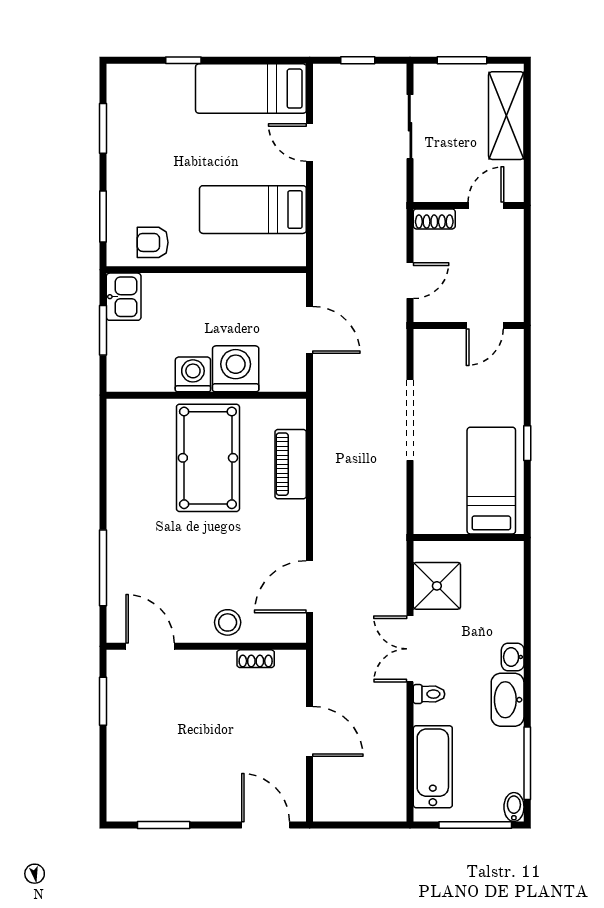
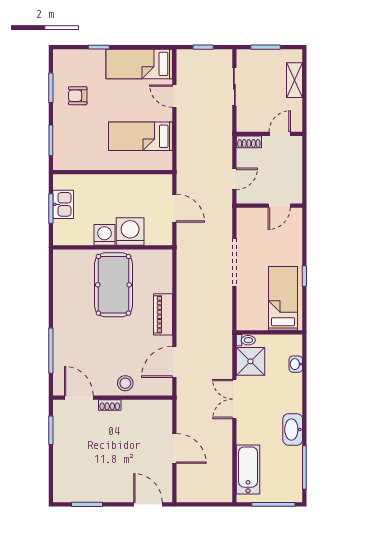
shelving: (506, 116) -> (295, 80), width x0.67, depth x0.75
armchair: (153, 242) -> (78, 96), moved
kitchen sink: (124, 297) -> (63, 204), moved
piano: (291, 464) -> (163, 314), moved
washbasin: (513, 657) -> (296, 364), moved
shoe rack: (256, 659) -> (110, 405), moved
toilet: (429, 694) -> (246, 340), moved
bidet: (514, 807) -> (297, 494), removed

